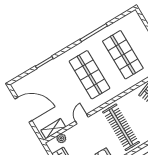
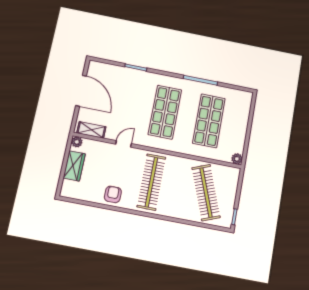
plant: (61, 138) -> (77, 142), moved

